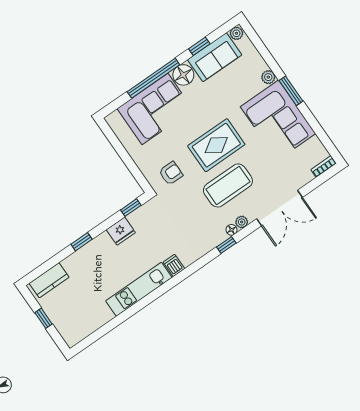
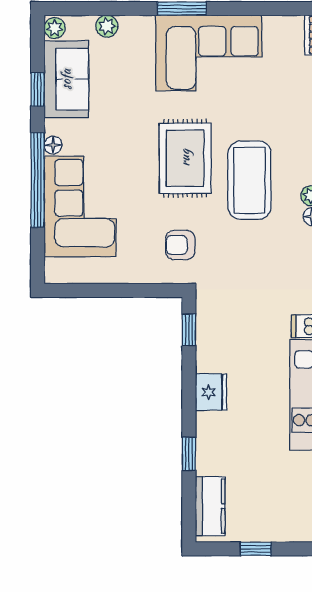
floor lamp: (183, 75) -> (53, 145), width x0.53, depth x0.53
plant: (268, 77) -> (107, 26), moved
armchair: (171, 173) -> (180, 245), turned -90
fridge: (121, 231) -> (211, 392), moved
window: (82, 242) -> (189, 454), moved

